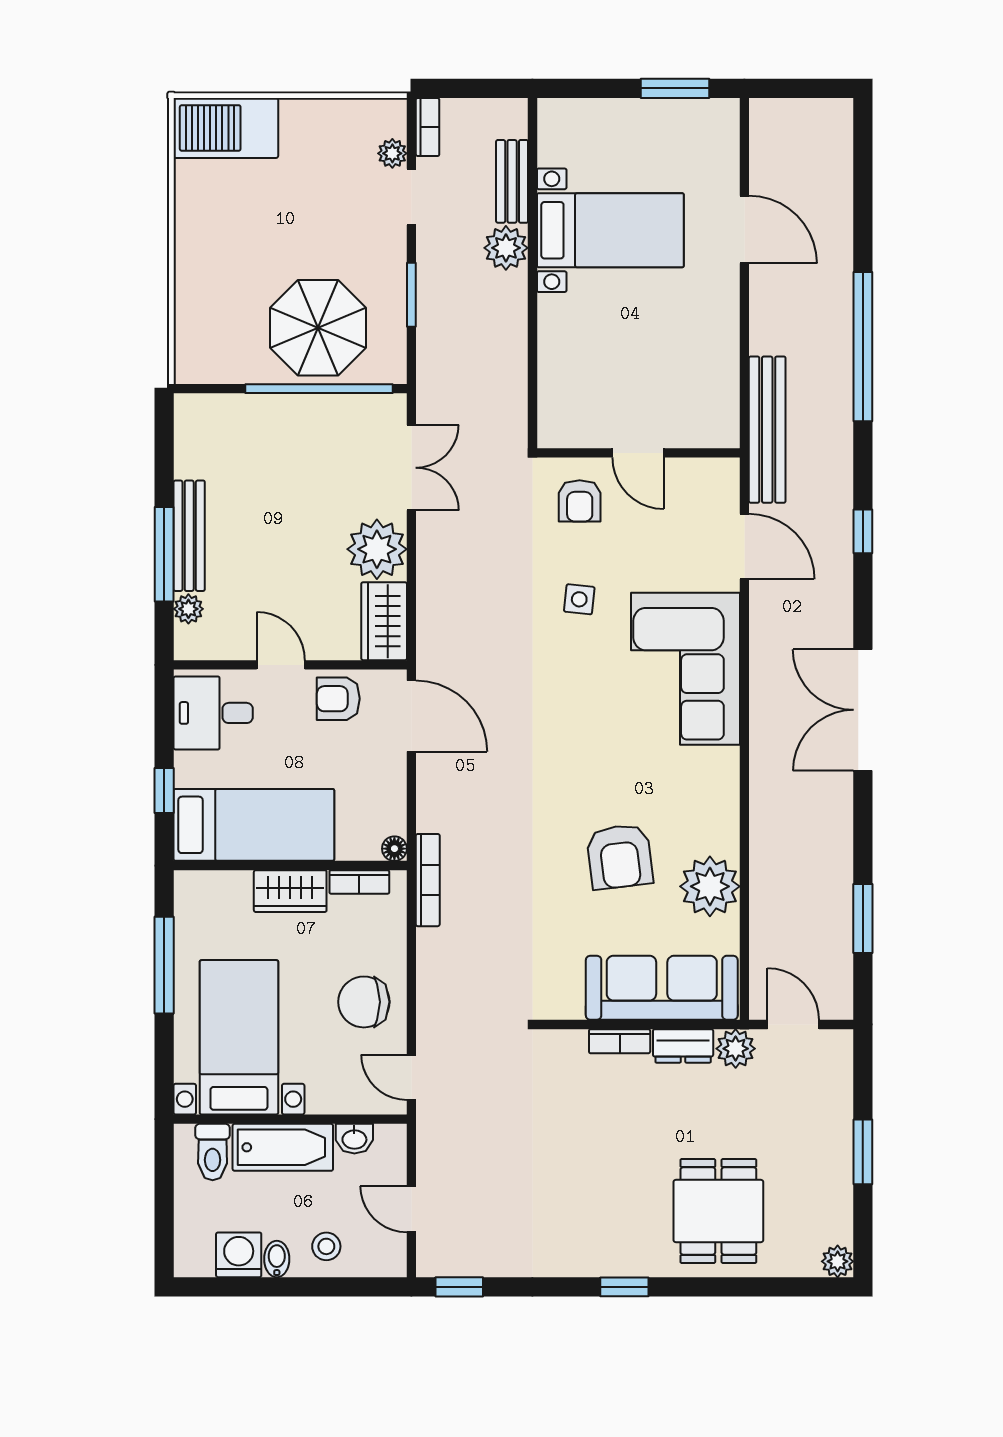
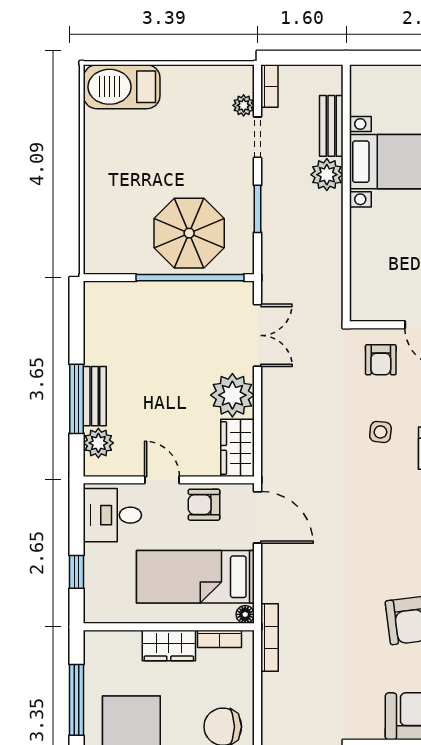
bench: (189, 536) -> (95, 396), width x0.73
plant: (188, 609) -> (98, 443), width x1.38, depth x1.38
bed: (254, 825) -> (195, 577), moved, turned 180

